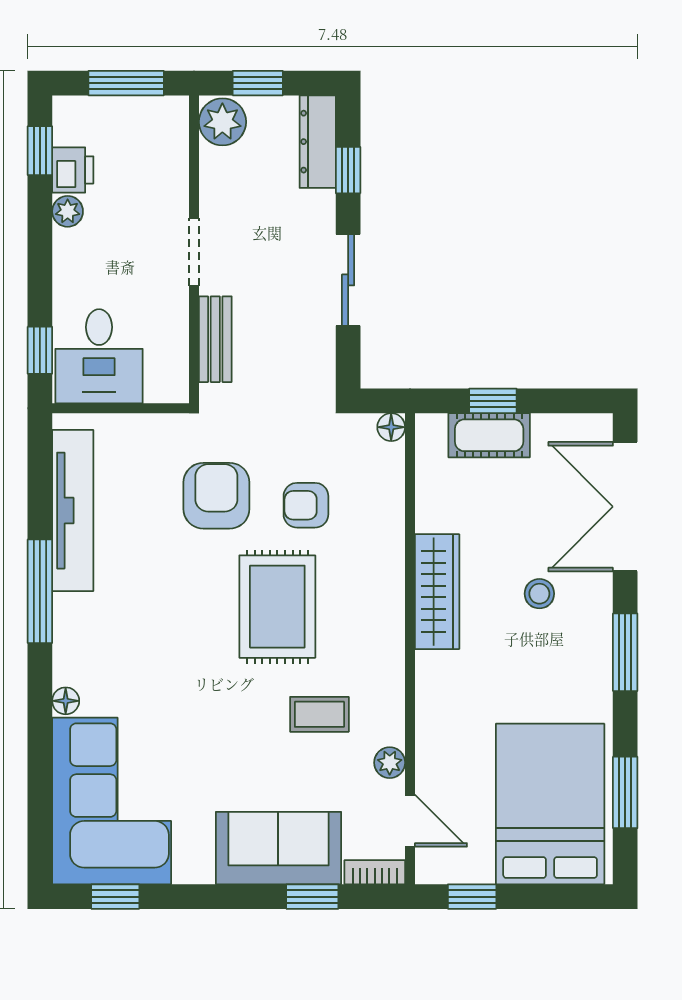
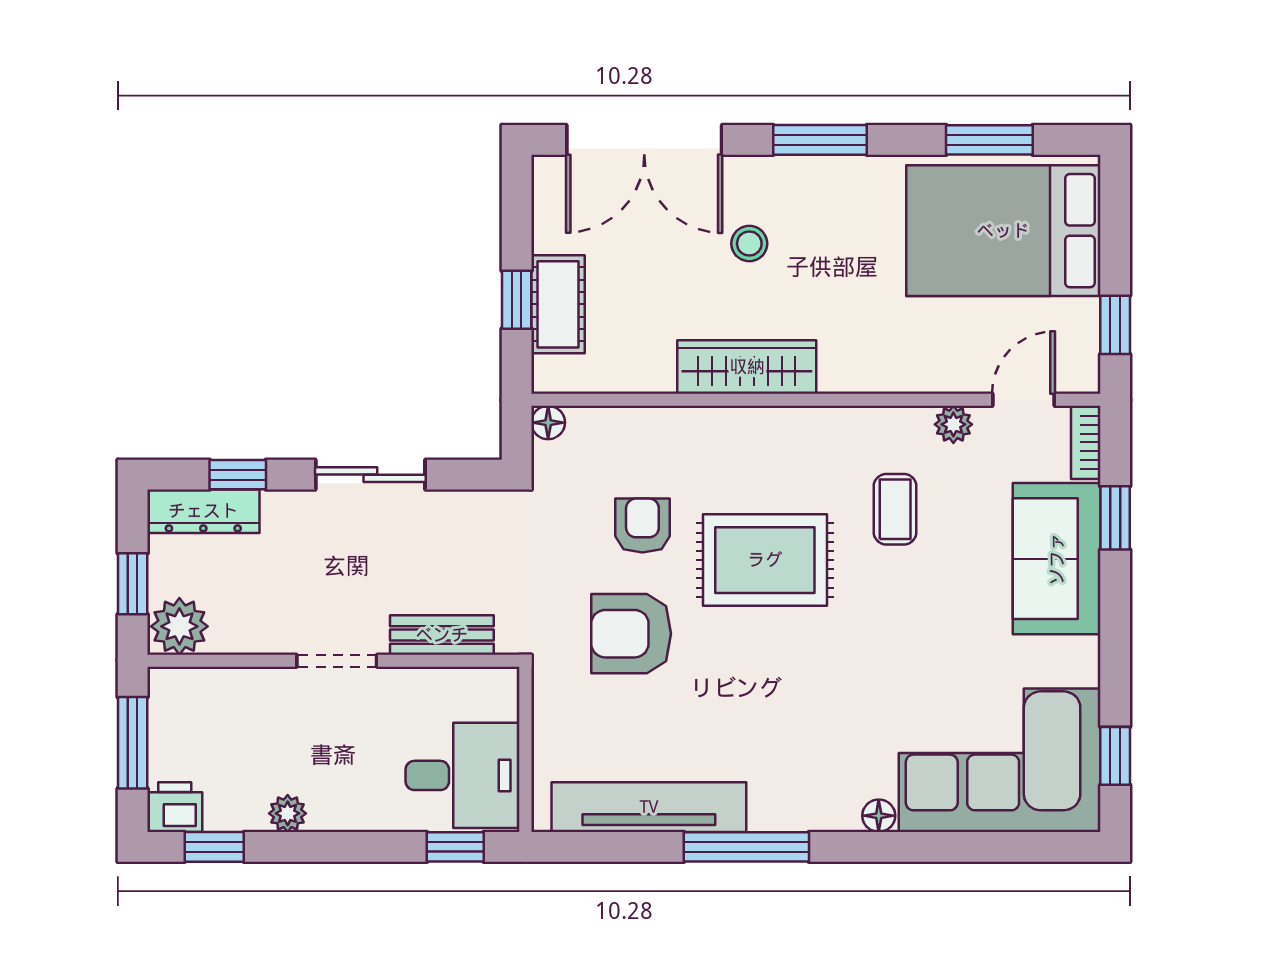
printer: (73, 170) -> (175, 807), moved
armchair: (306, 505) -> (642, 525), turned 180

